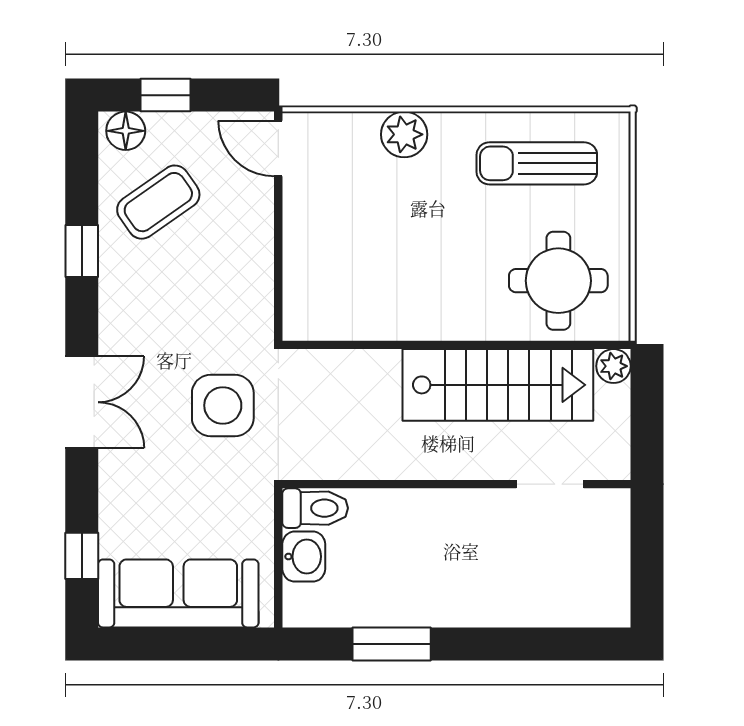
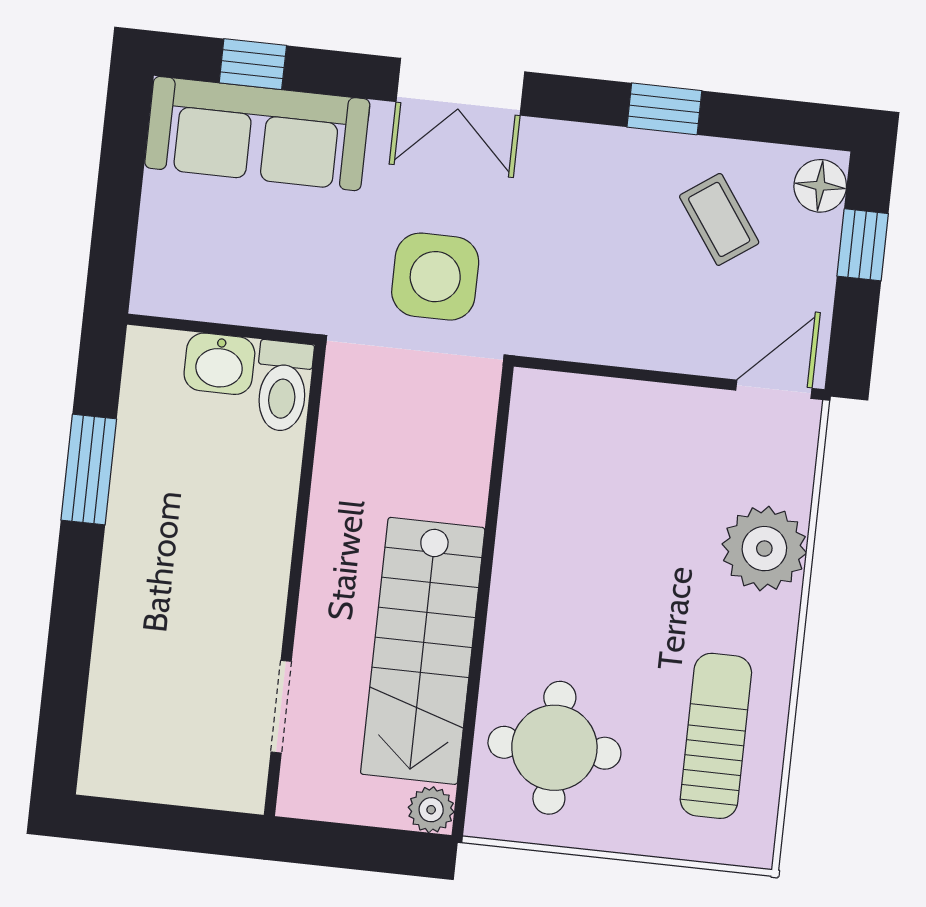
plant: (404, 134) -> (764, 549), width x1.36, depth x1.36
coffee table: (158, 202) -> (719, 219), width x0.73, depth x0.77
sofa: (178, 593) -> (257, 134), moved, turned 90

